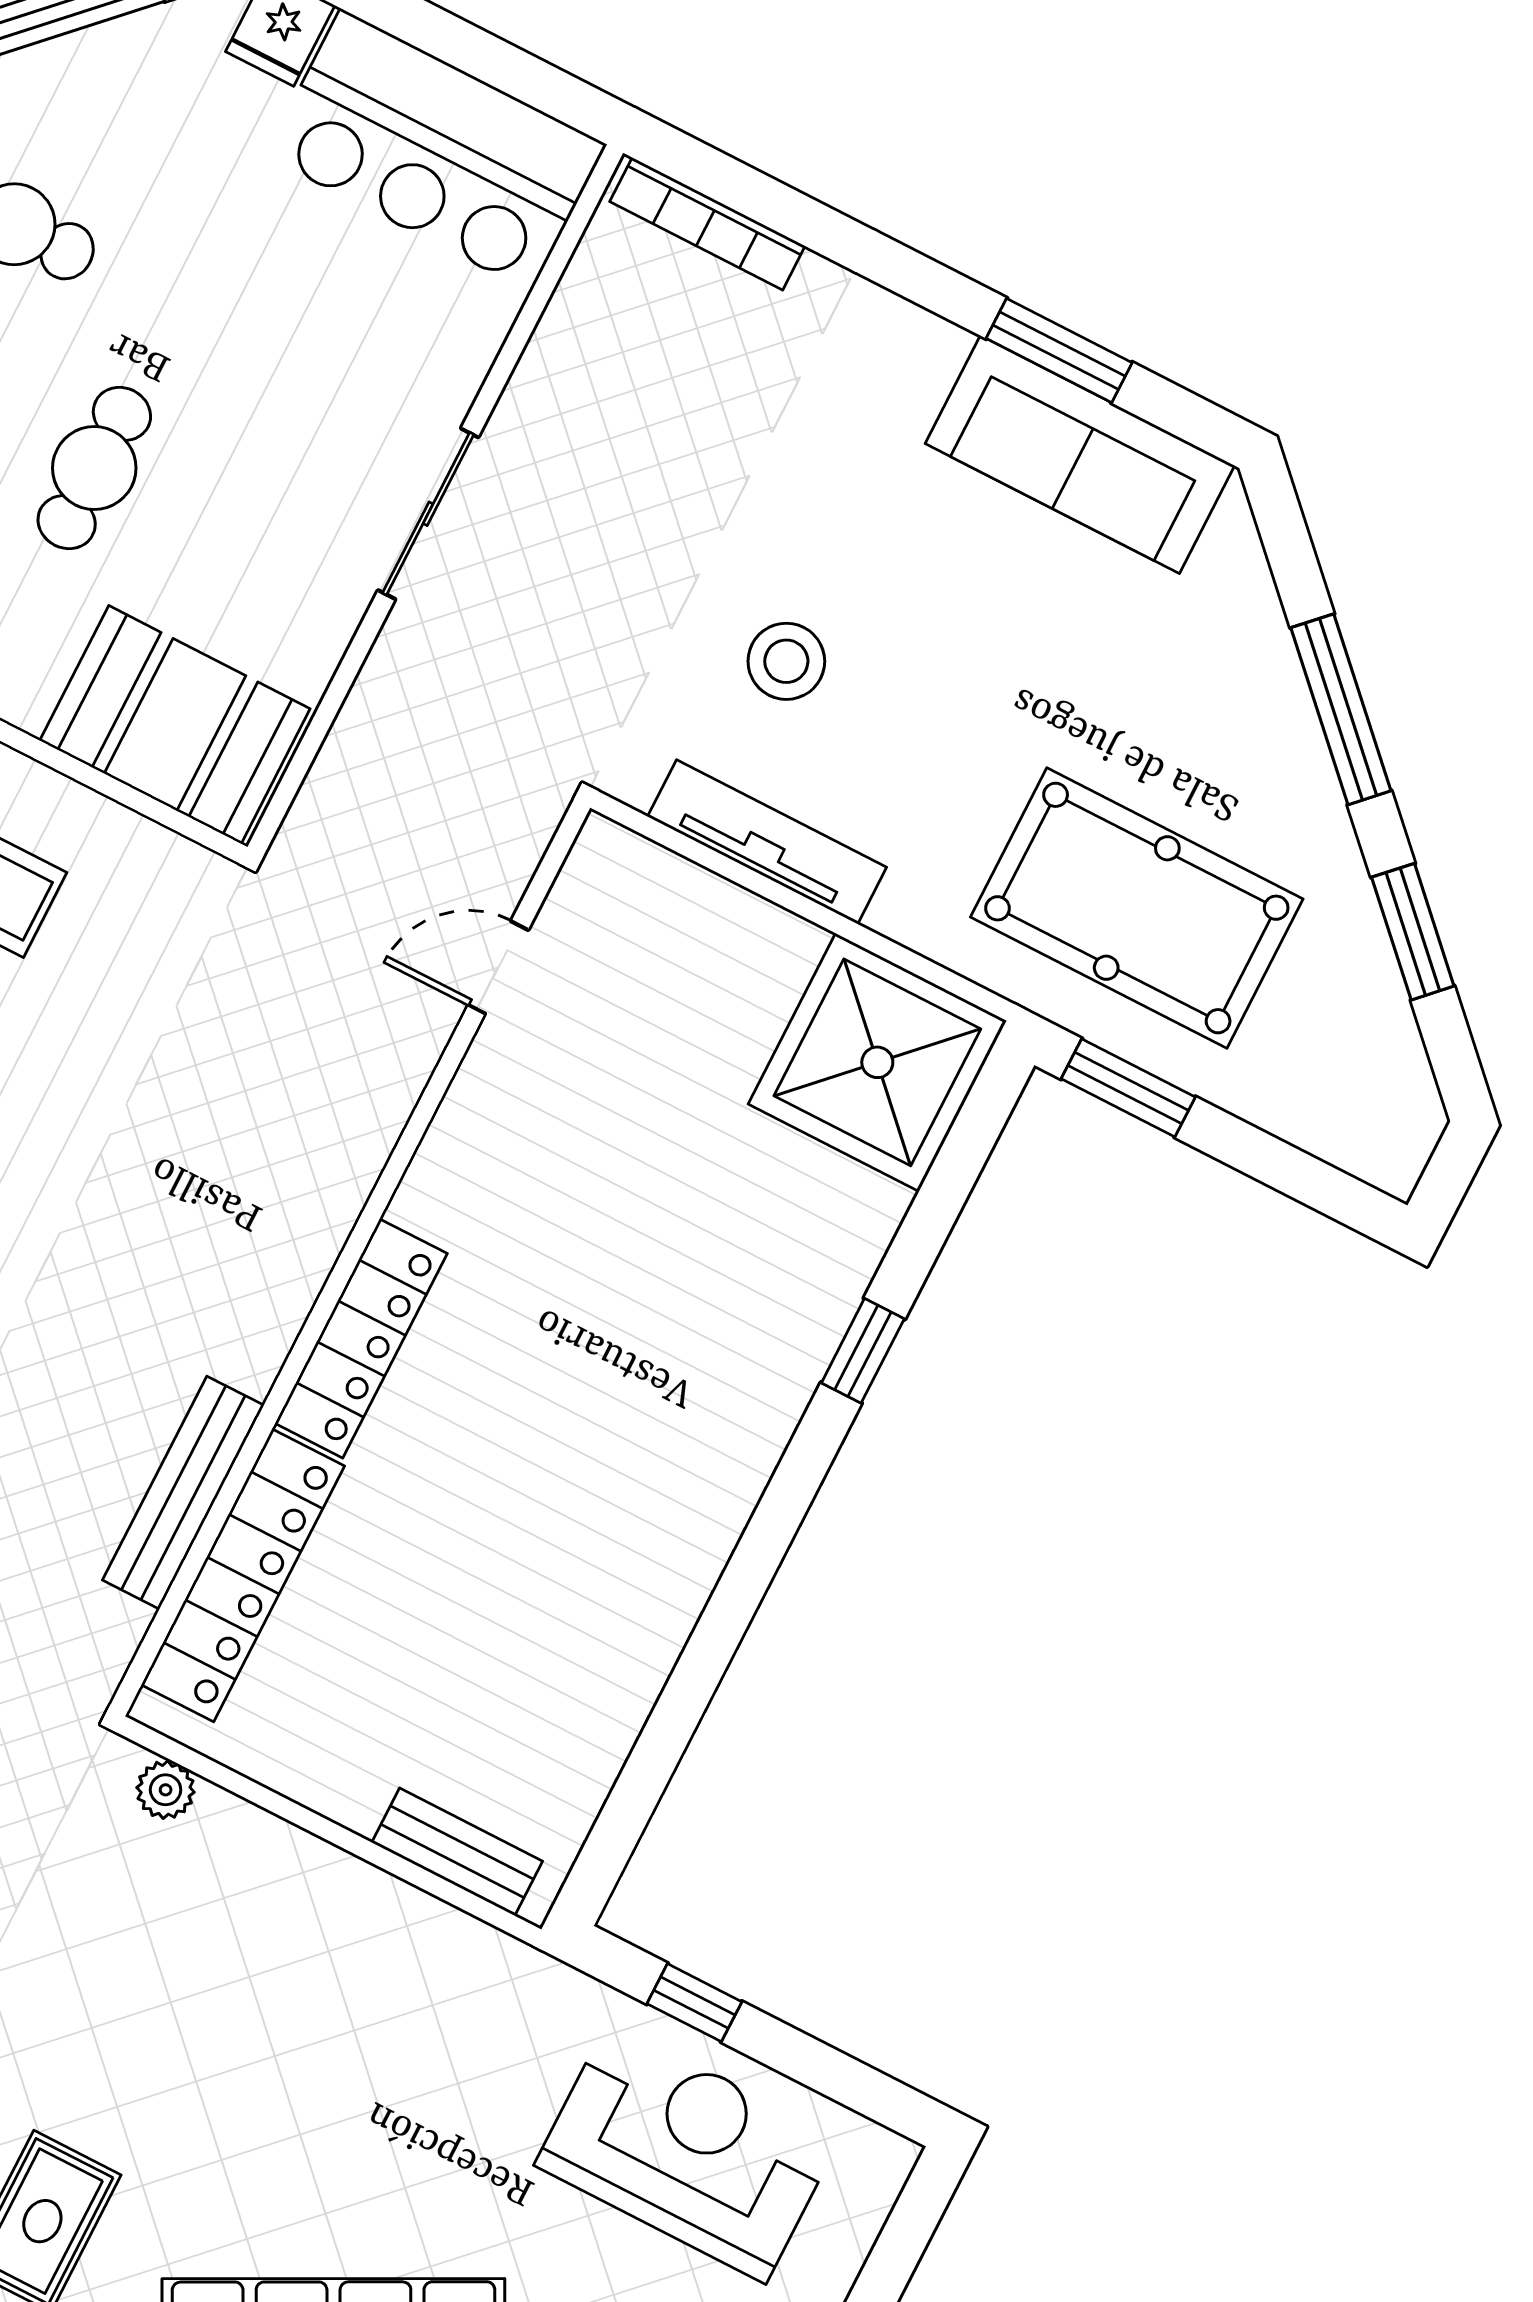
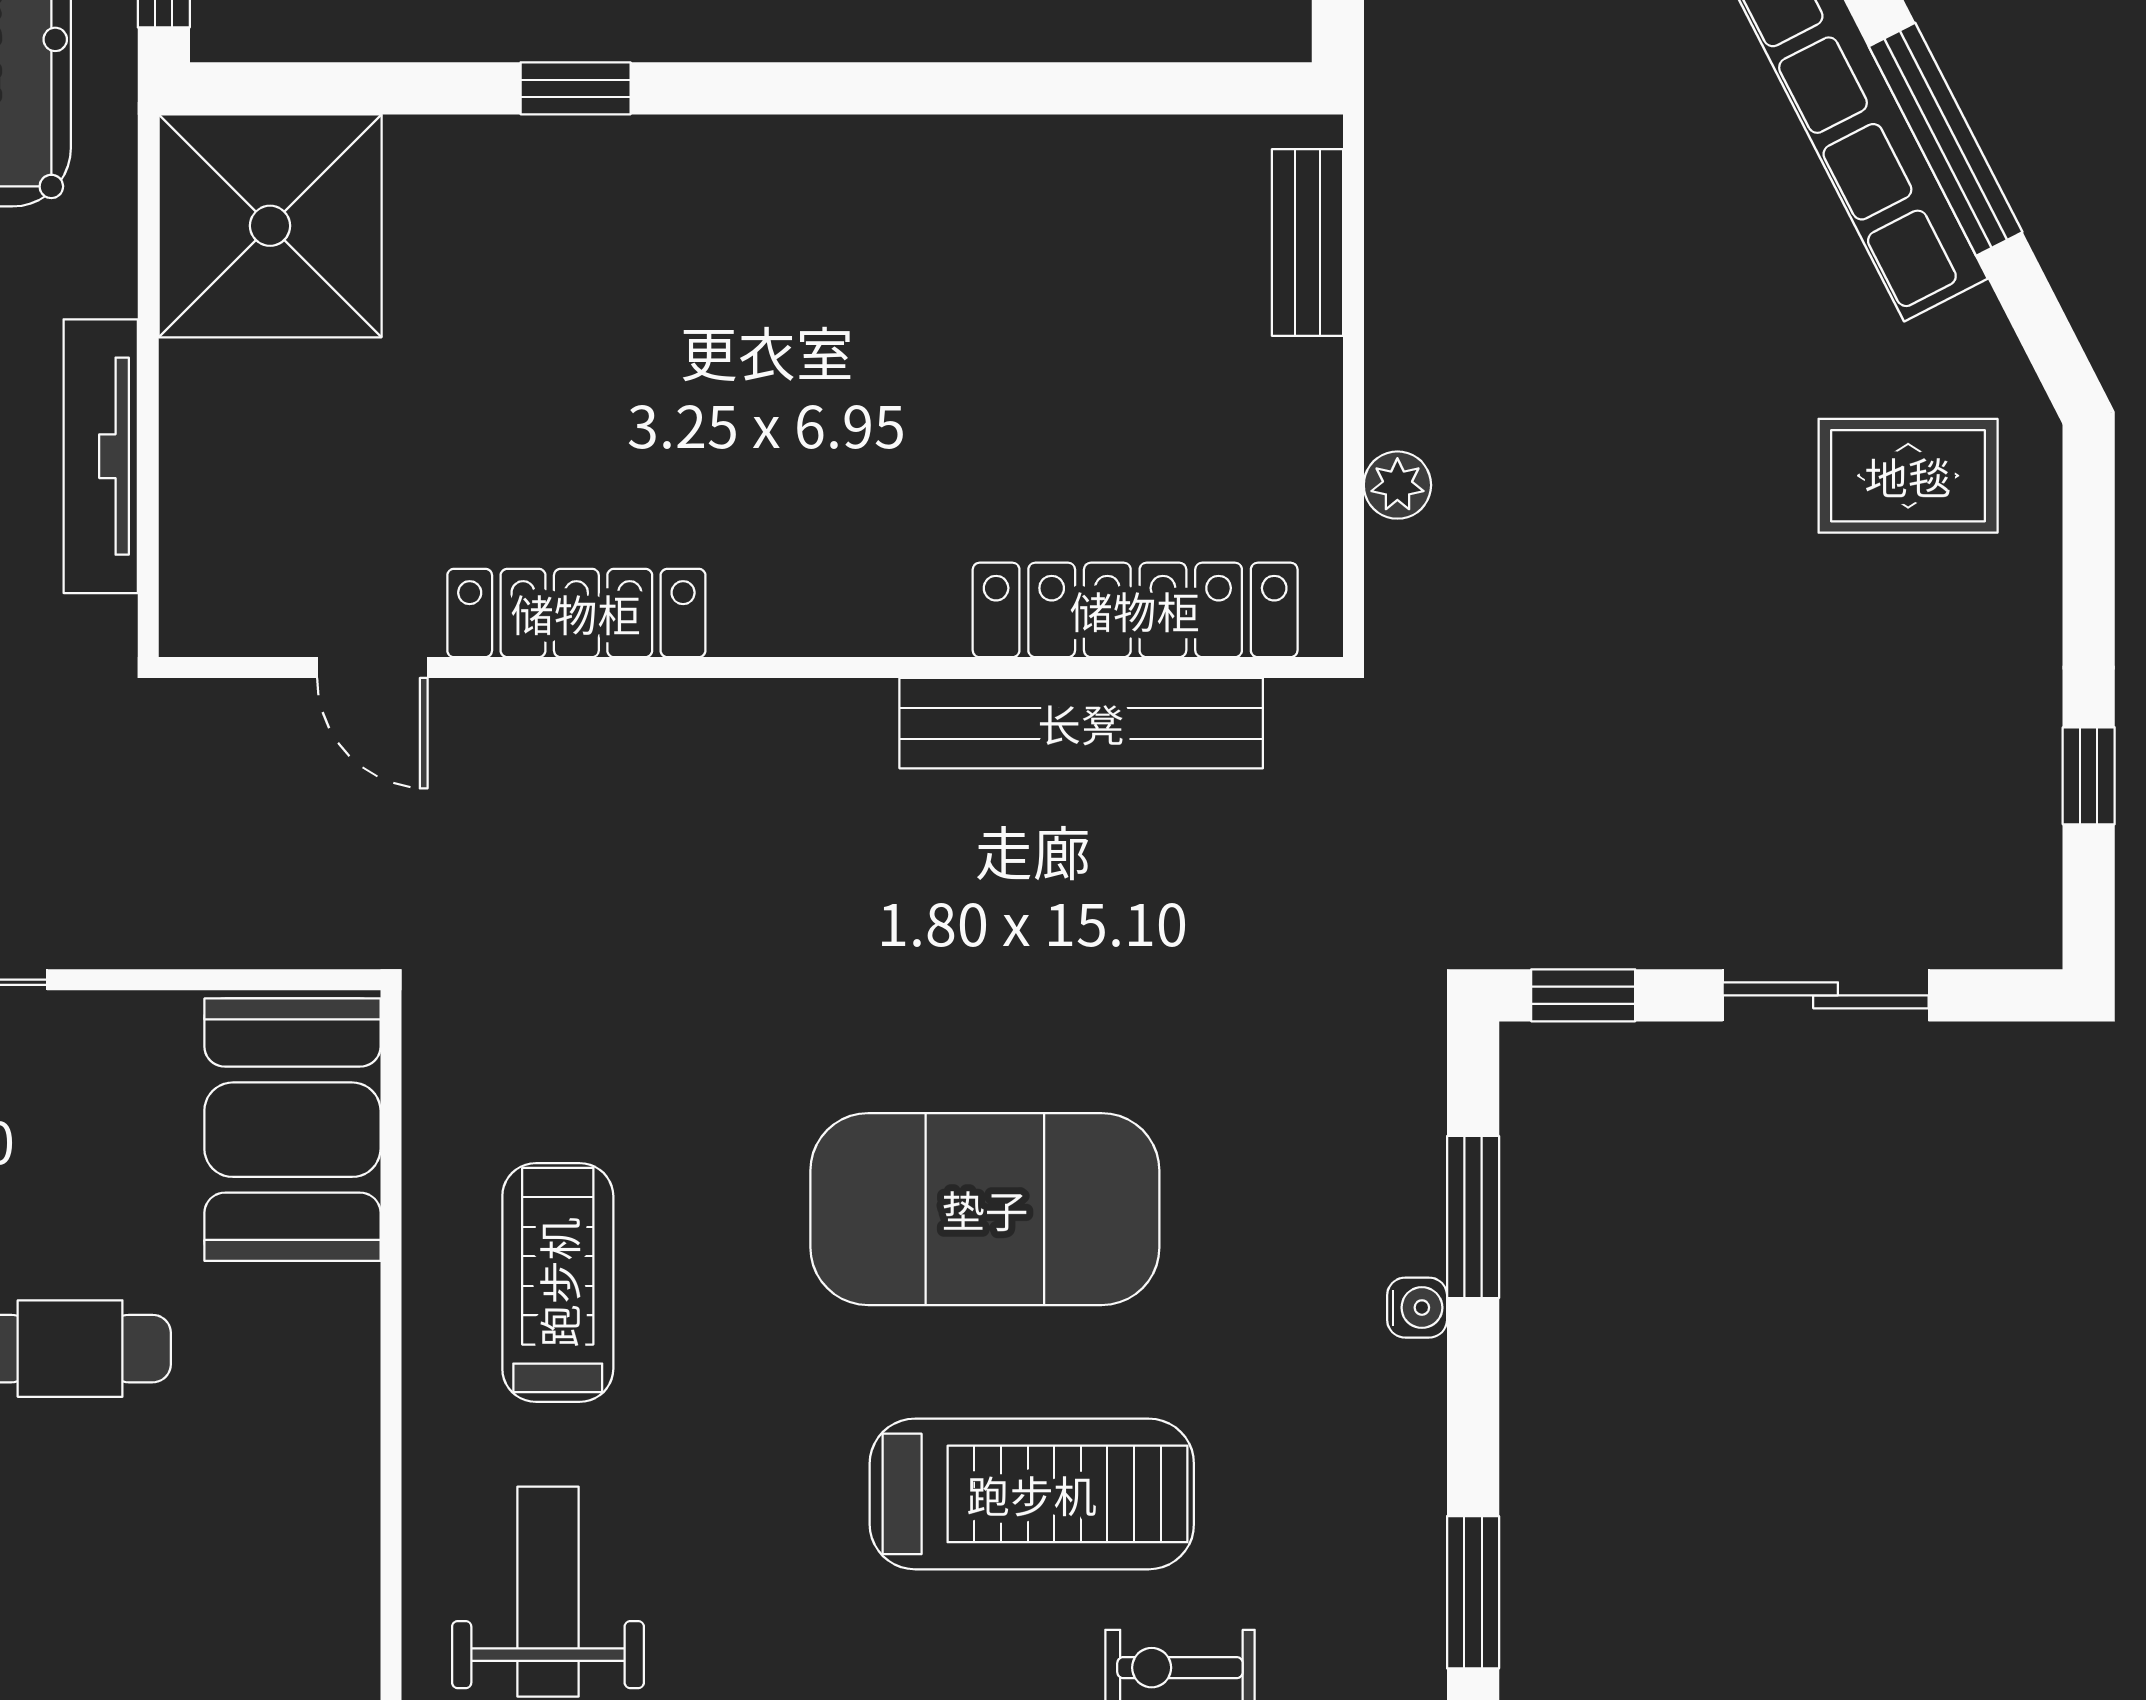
locker: (361, 1338) -> (576, 613), moved
bench: (183, 1493) -> (1081, 723), width x1.37, depth x1.21
plant: (166, 1790) -> (1397, 485), moved

